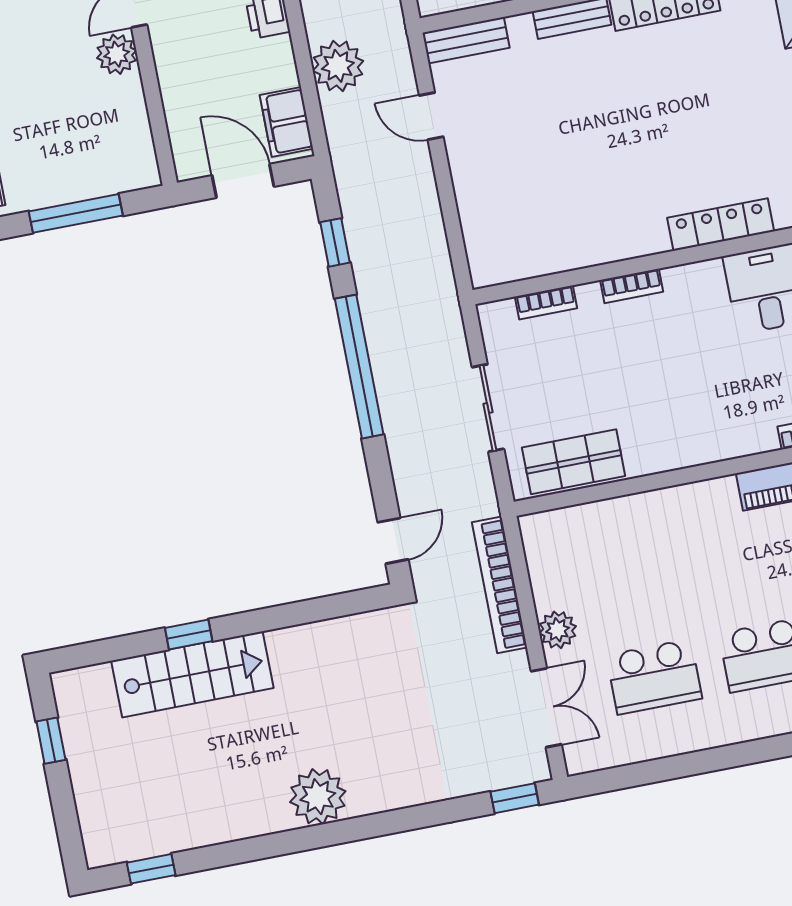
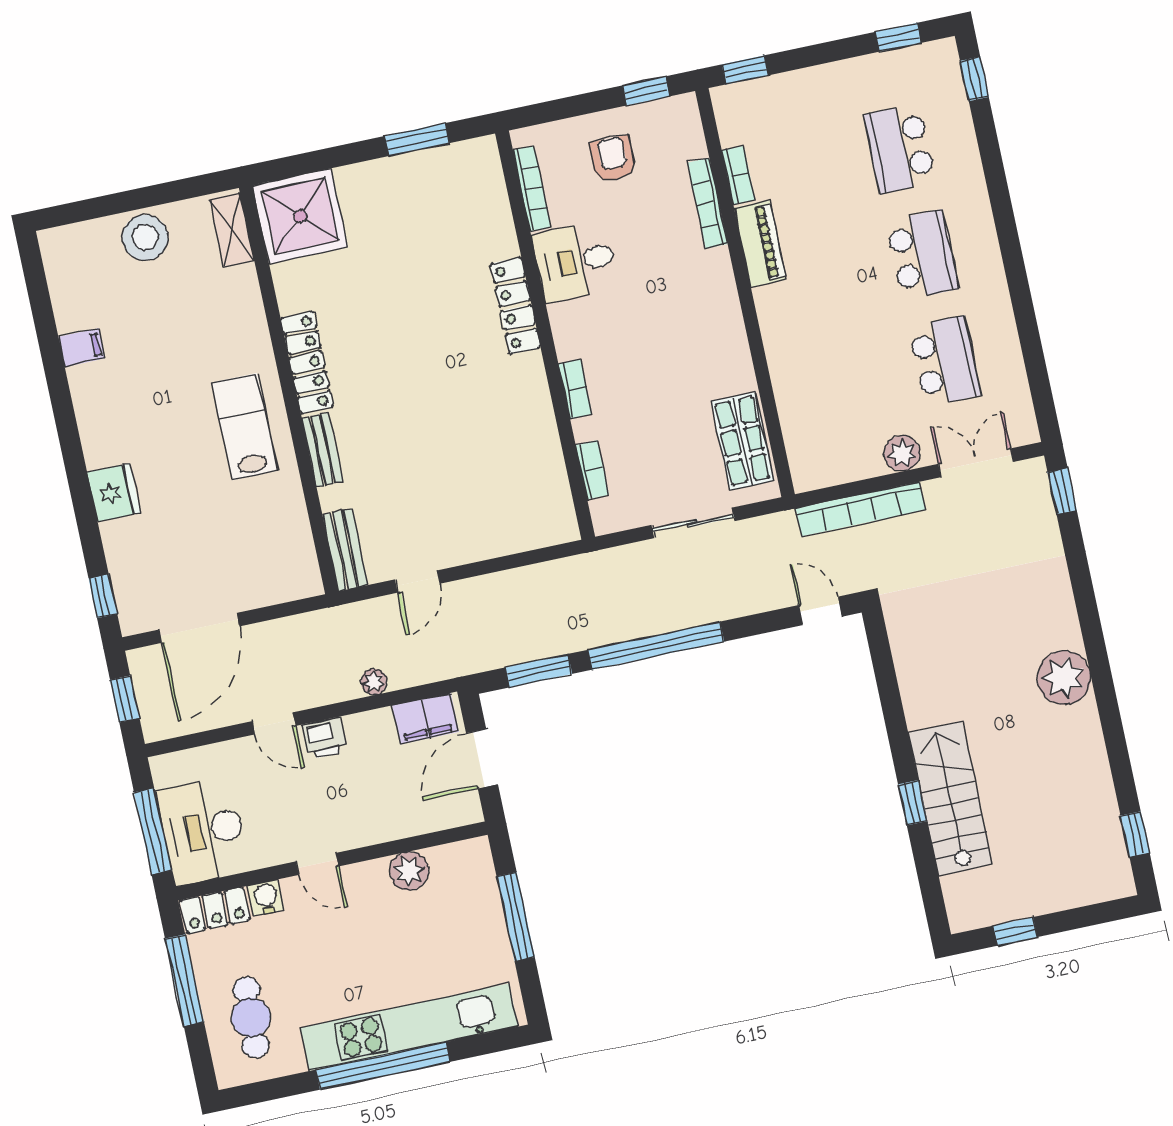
plant: (117, 54) -> (409, 871), moved
plant: (338, 66) -> (374, 682), width x0.53, depth x0.53
window: (335, 242) -> (539, 671), width x1.50

